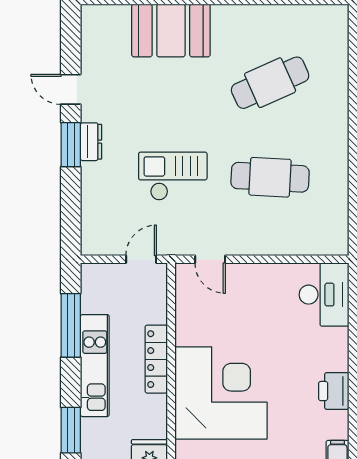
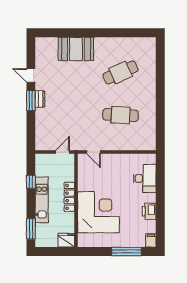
checkout: (173, 176) -> (77, 115), removed
desk: (324, 295) -> (145, 178), moved
window: (71, 325) -> (31, 182), width x0.46

